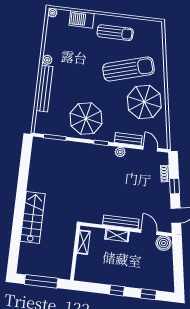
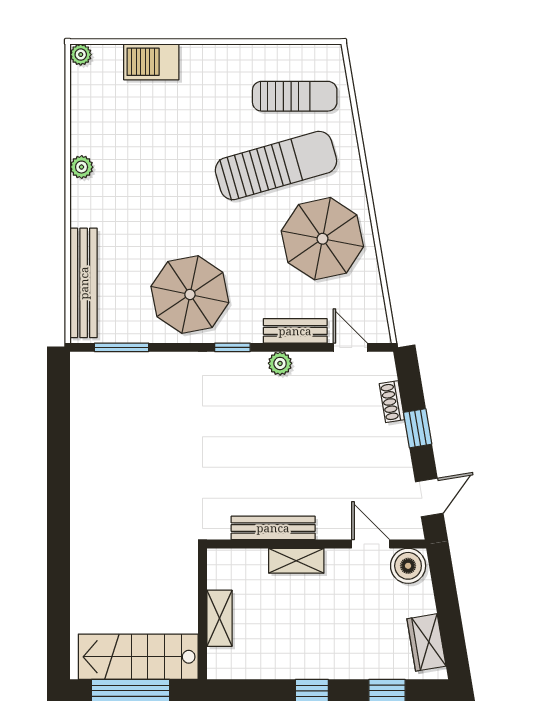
sun lounger: (115, 33) -> (295, 96), moved
bench: (45, 89) -> (84, 283), moved
stairs: (33, 218) -> (138, 657), moved, turned -90
bench: (121, 222) -> (273, 528), moved
shelving: (84, 242) -> (219, 618), moved
wardrobe: (167, 276) -> (426, 642), added

